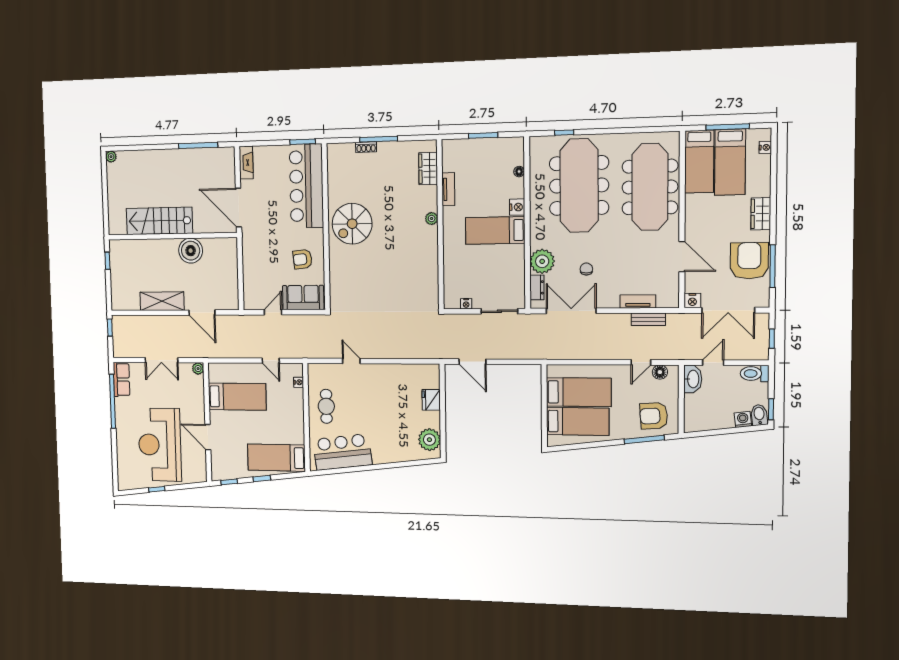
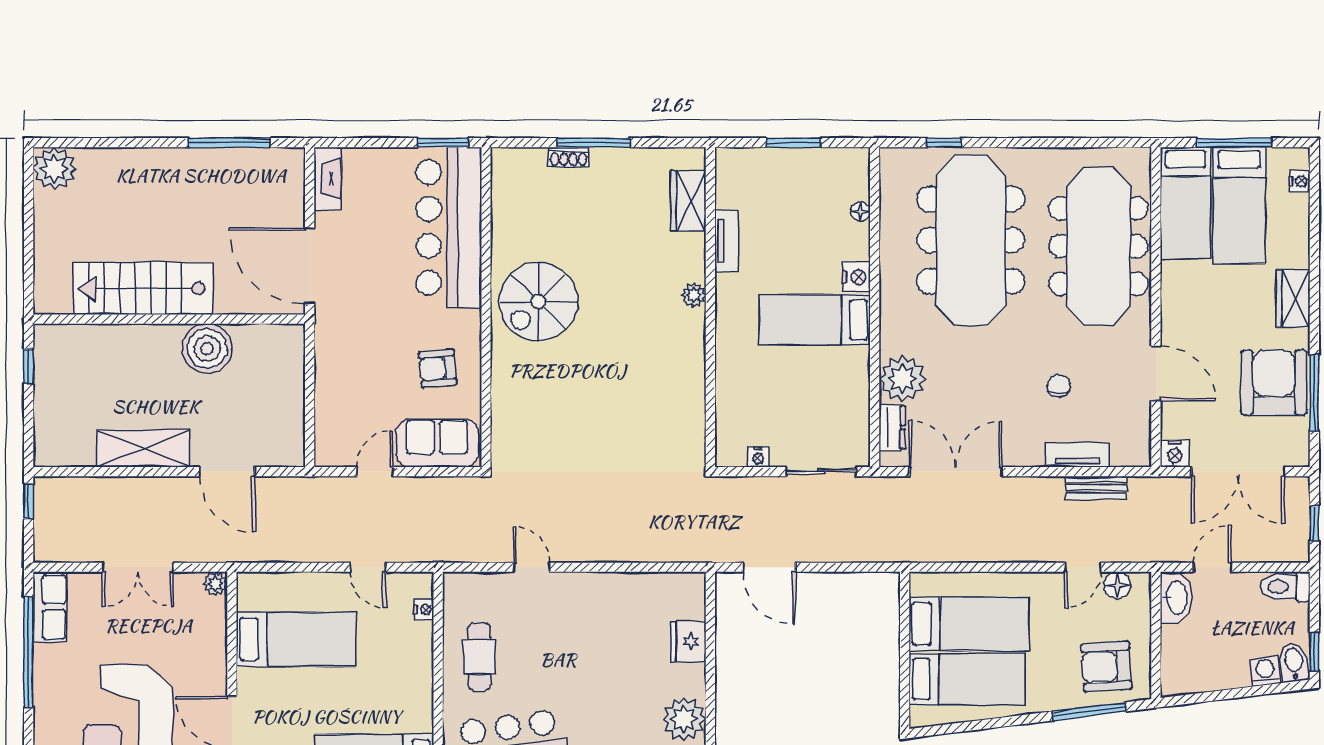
plant: (111, 157) -> (54, 169), width x1.87, depth x1.87
chair: (586, 269) -> (1059, 386), moved

